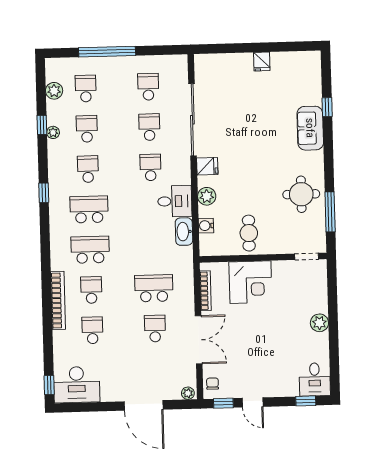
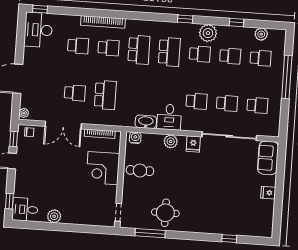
sofa: (310, 128) -> (268, 158), moved, turned -90
plant: (53, 132) -> (208, 33), moved, width x1.88, depth x1.88
water cooler: (206, 226) -> (135, 138), moved
plant: (319, 323) -> (54, 216), moved

